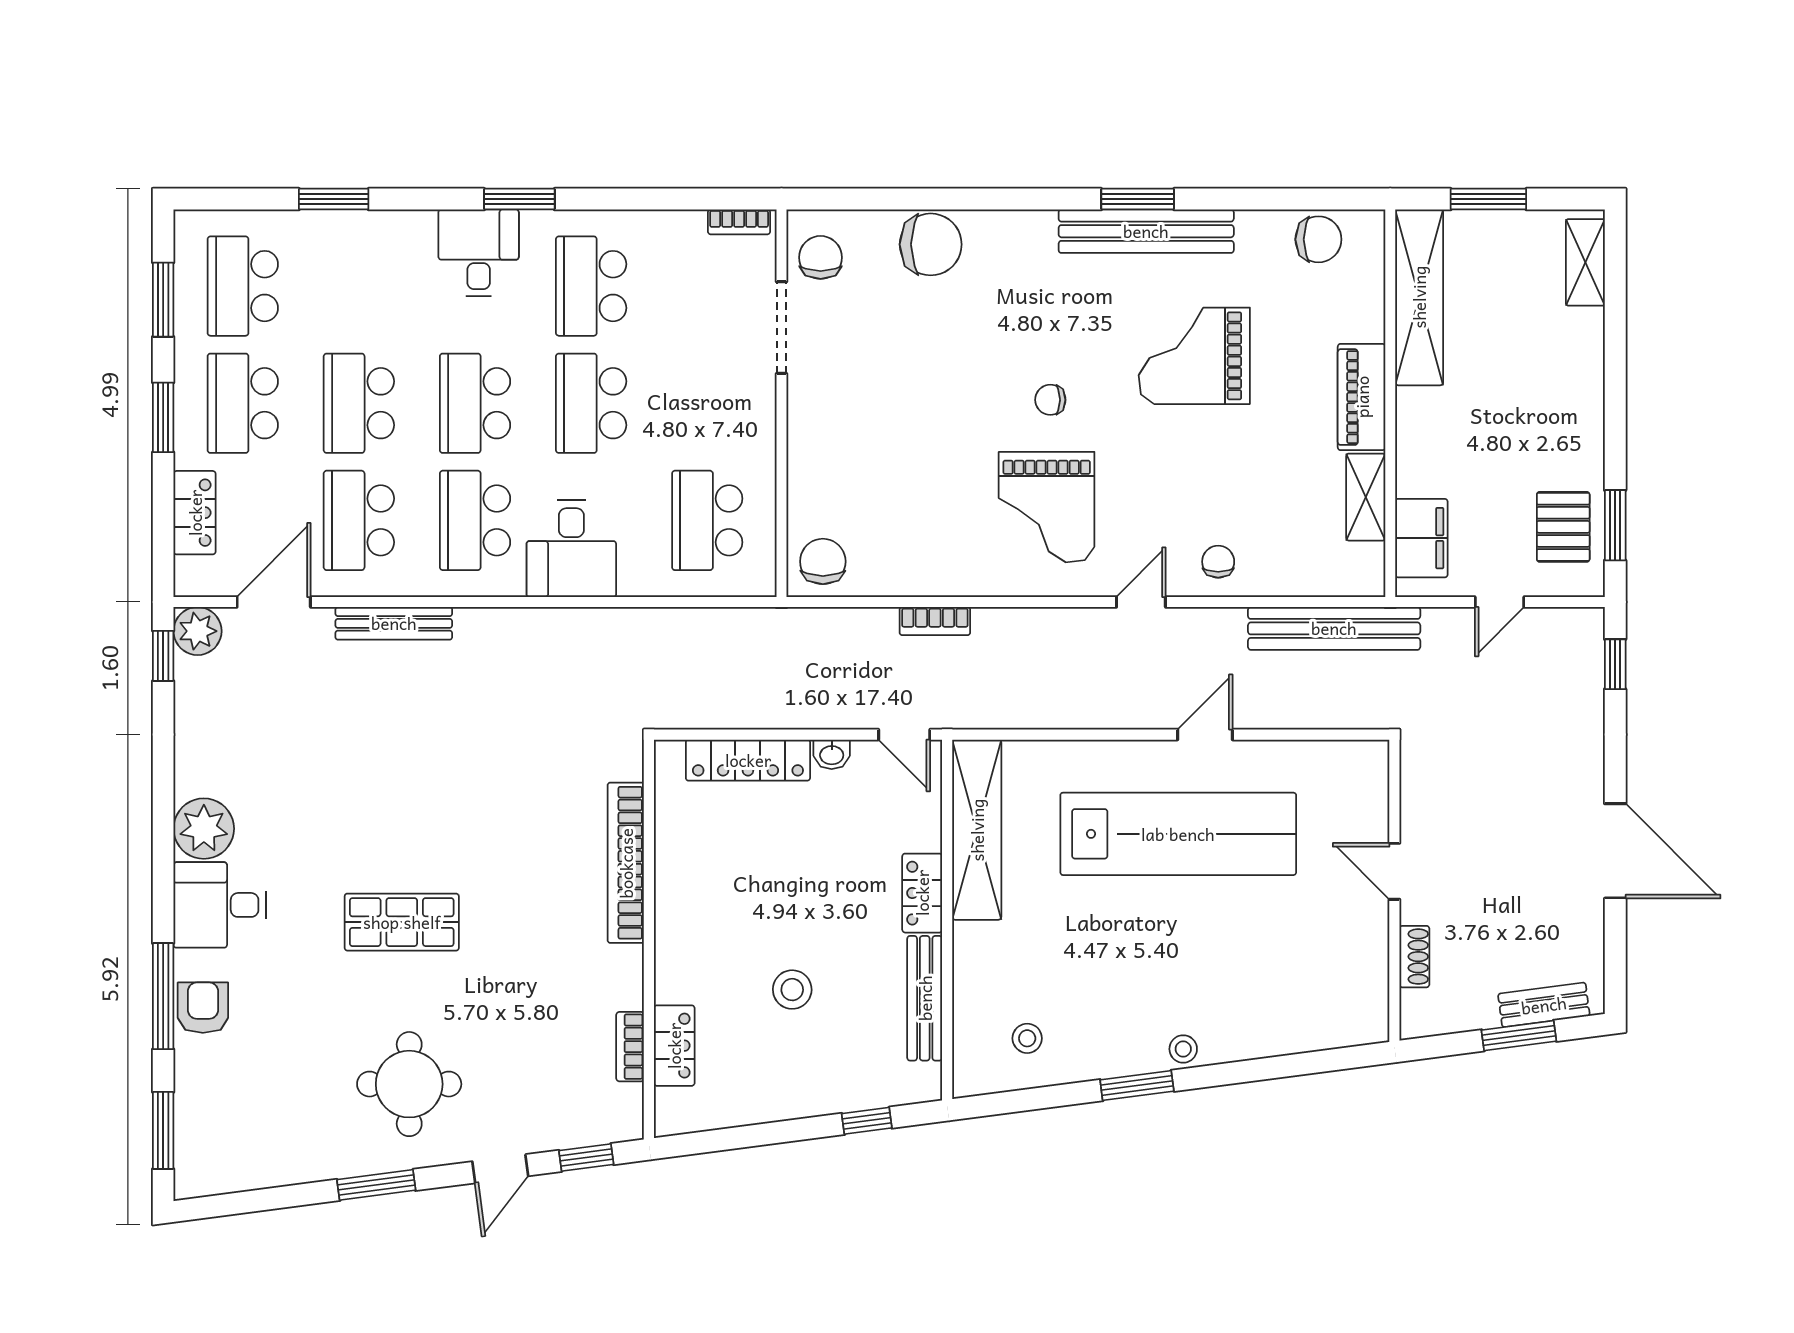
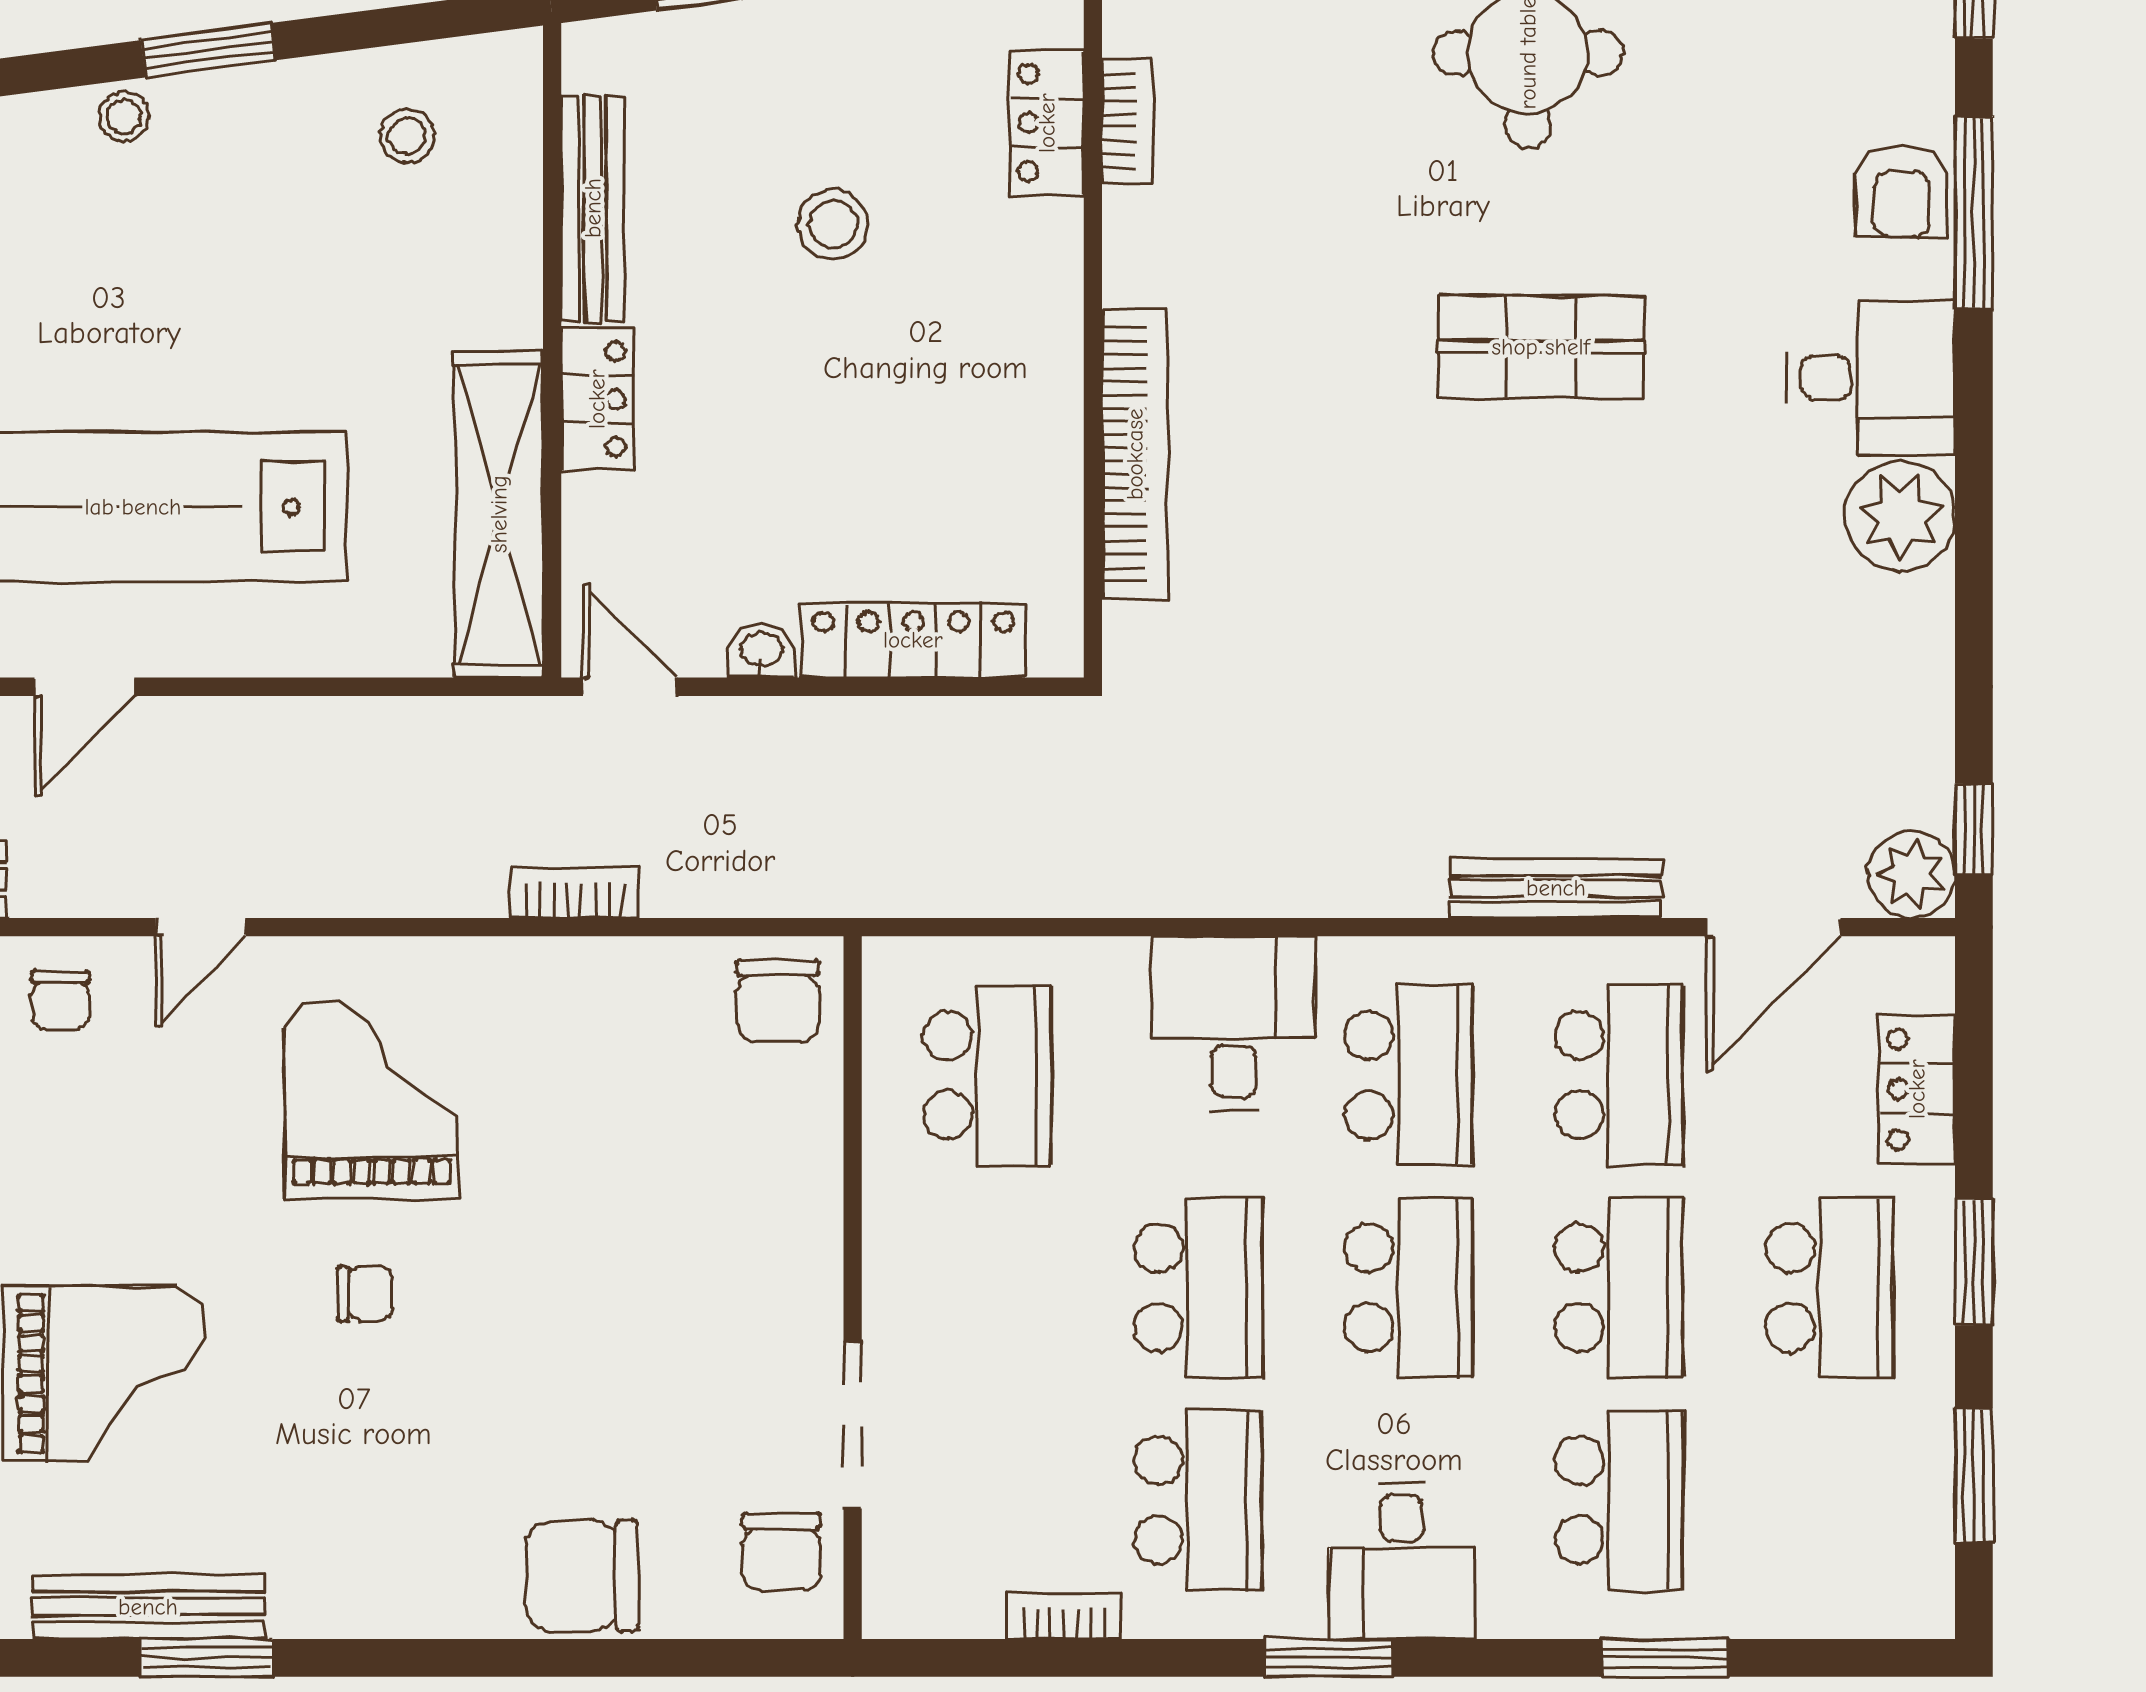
bookcase: (739, 222) -> (1064, 1617), moved
bench: (1146, 231) -> (148, 1607), width x0.73, depth x0.82
school desk: (243, 286) -> (1619, 1500), moved

